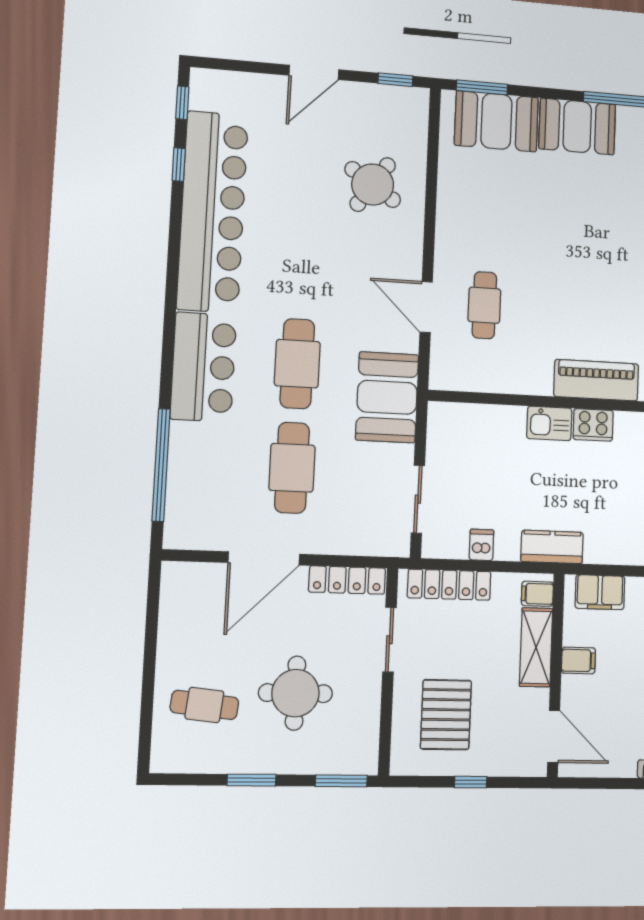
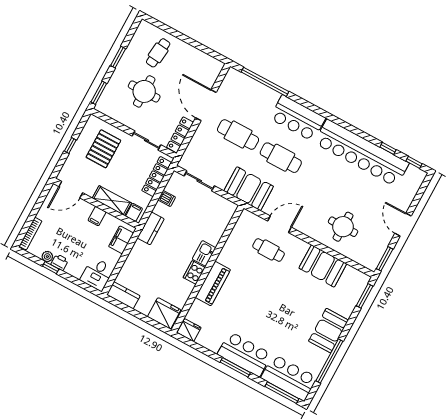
window: (395, 80) -> (385, 259), width x1.50
booth: (496, 121) -> (323, 266), moved, turned 90
round table: (373, 185) -> (343, 227), turned -34
pallet: (446, 715) -> (103, 149), turned 90

